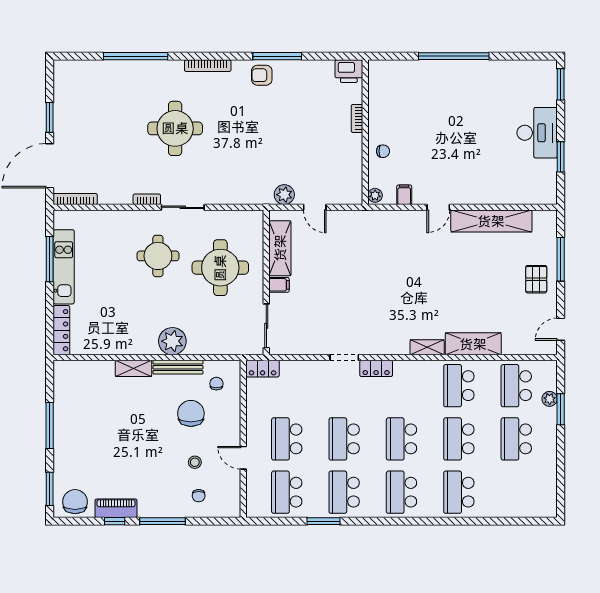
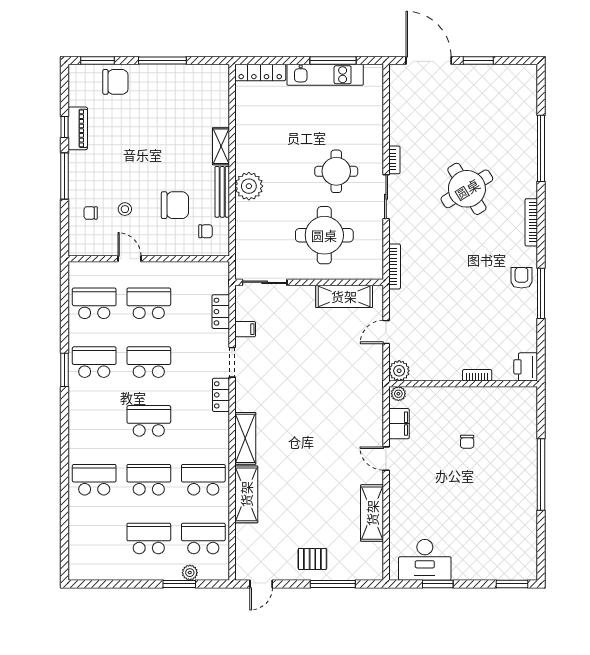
round table: (175, 128) -> (467, 189), turned -32
desk: (537, 133) -> (425, 560), moved
chair: (383, 151) -> (467, 442), moved
plant: (284, 195) -> (399, 371), moved
filing cabinet: (404, 195) -> (399, 424), width x2.00
bookcase: (75, 199) -> (395, 266), moved
shelving: (491, 221) -> (372, 513), width x0.68
filing cabinet: (279, 285) -> (245, 329), moved, turned -90
door: (561, 329) -> (261, 584), swing flipped
shelving: (427, 347) -> (245, 438), width x1.50, depth x1.33
locker: (263, 369) -> (221, 312), moved
door: (243, 458) -> (129, 259), hinge flipped
school desk: (402, 492) -> (94, 421), removed
chair: (75, 502) -> (115, 82), moved
window: (323, 521) -> (65, 370), moved

